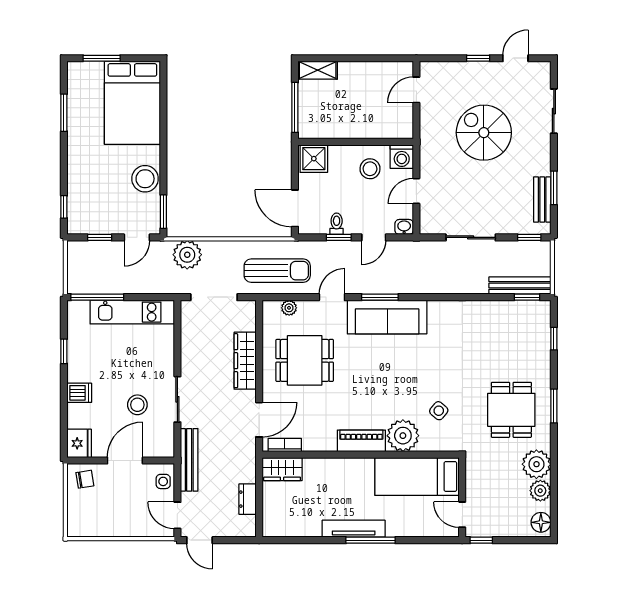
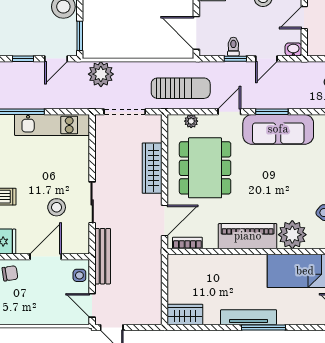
dining table: (305, 360) -> (205, 168), width x1.38
piano: (361, 441) -> (248, 236), width x1.37, depth x1.33
wardrobe: (282, 469) -> (185, 314), moved, turned 180
dresser: (248, 499) -> (154, 291), removed

